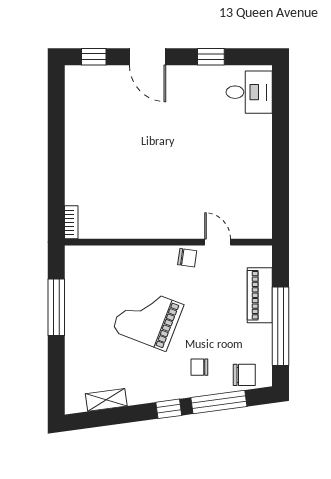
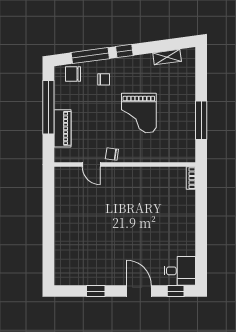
desk: (249, 92) -> (180, 271), moved, turned 180
grand piano: (148, 318) -> (139, 113), turned 69

